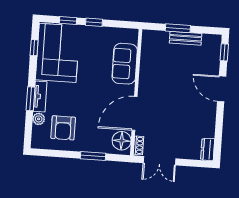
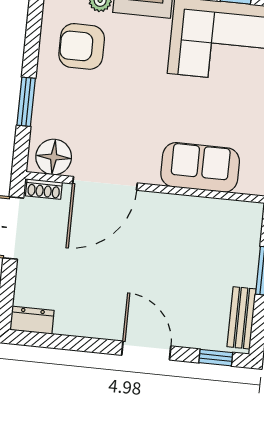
bench: (186, 38) -> (241, 318), moved
door: (222, 89) -> (146, 351), hinge flipped
door: (135, 113) -> (105, 183), swing flipped

